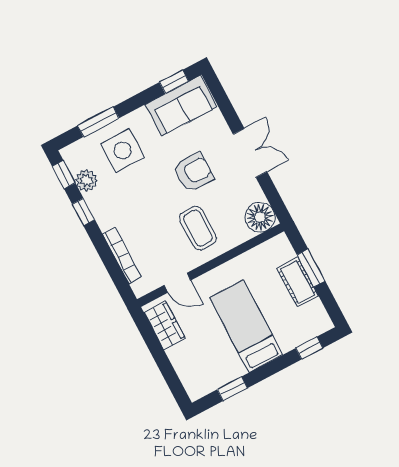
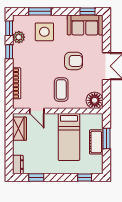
bed: (246, 326) -> (69, 137), moved, turned 180
dresser: (192, 384) -> (18, 165), added

